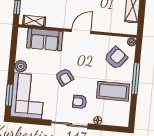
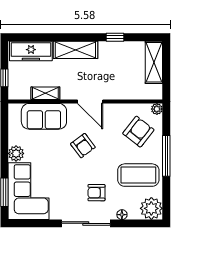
shelving: (34, 21) -> (45, 93), moved
door: (81, 32) -> (90, 101), swing flipped
armchair: (64, 77) -> (83, 146), moved
plant: (121, 118) -> (151, 208), added

